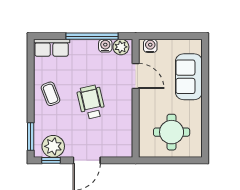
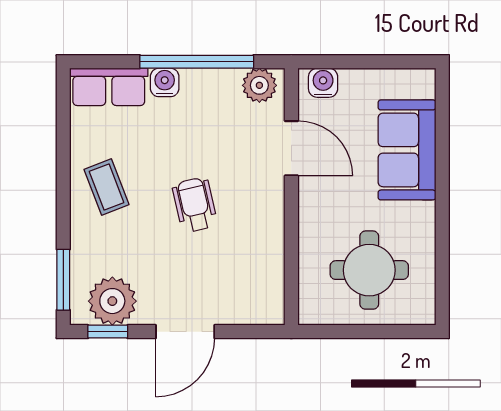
water cooler: (105, 46) -> (165, 82), moved
wheelchair: (91, 102) -> (195, 205), width x0.73, depth x0.73

